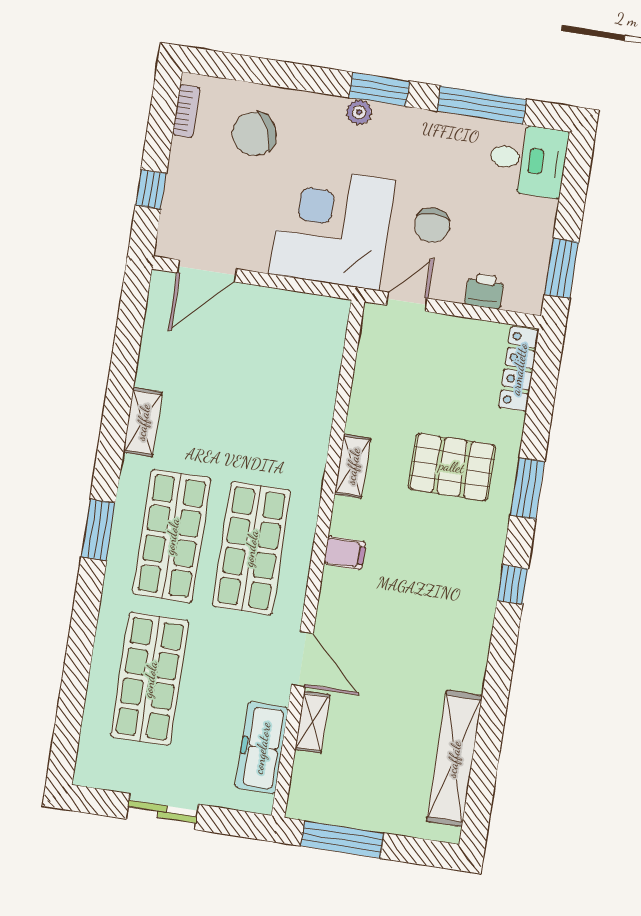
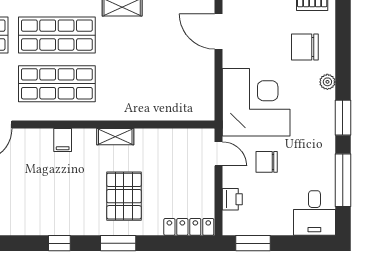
plant: (359, 112) -> (327, 82), moved
chair: (254, 134) -> (305, 47), turned -66

